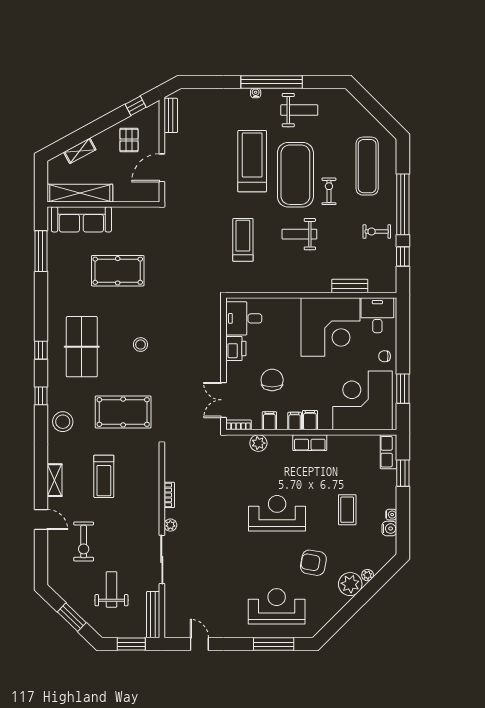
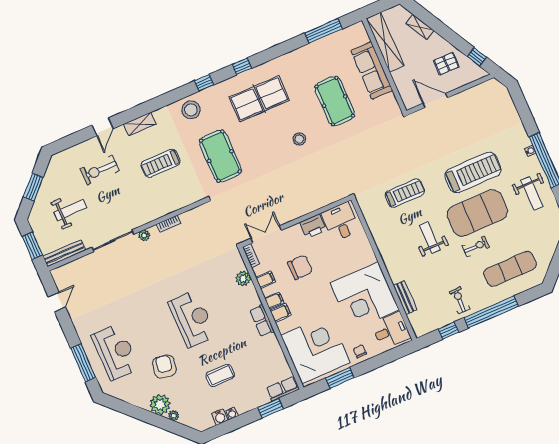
bench: (171, 115) -> (481, 89), removed
sofa: (81, 219) -> (372, 70), moved
stool: (140, 345) -> (299, 139), moved

